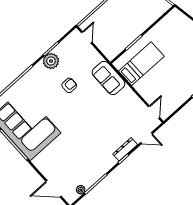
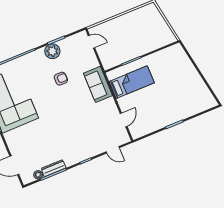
door: (87, 37) -> (91, 42), hinge flipped
door: (154, 112) -> (124, 120), moved
dresser: (125, 149) -> (54, 168), moved

